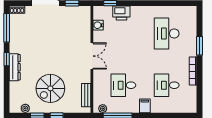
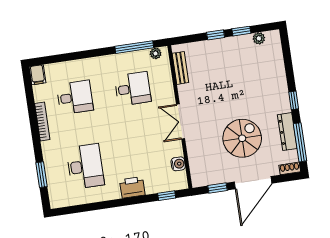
printer: (121, 13) -> (132, 187), moved
window: (200, 46) -> (42, 175), moved
dresser: (15, 67) -> (287, 132), moved
spiral stairs: (50, 88) -> (242, 138), moved
filing cabinet: (145, 106) -> (37, 75), moved

